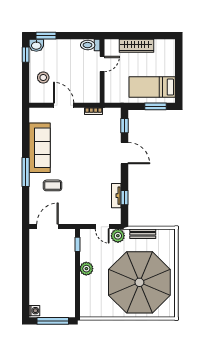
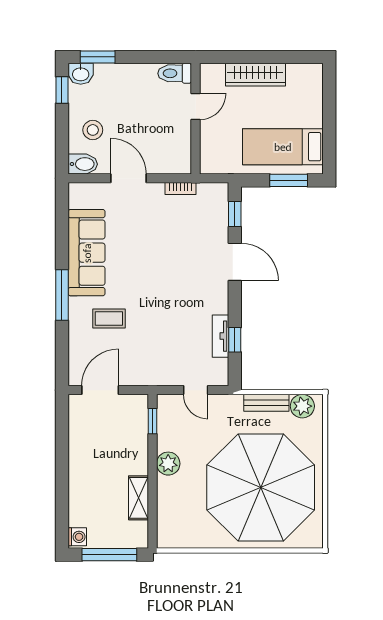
bidet: (37, 97) -> (83, 164), added
plant: (118, 236) -> (302, 406), moved
shelving: (69, 288) -> (138, 498), added

